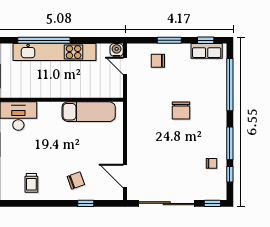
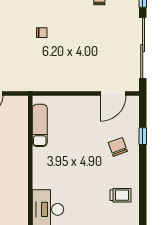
chair: (181, 110) -> (42, 33), width x0.54, depth x0.54
exam couch: (89, 112) -> (40, 125), width x0.73, depth x0.69

